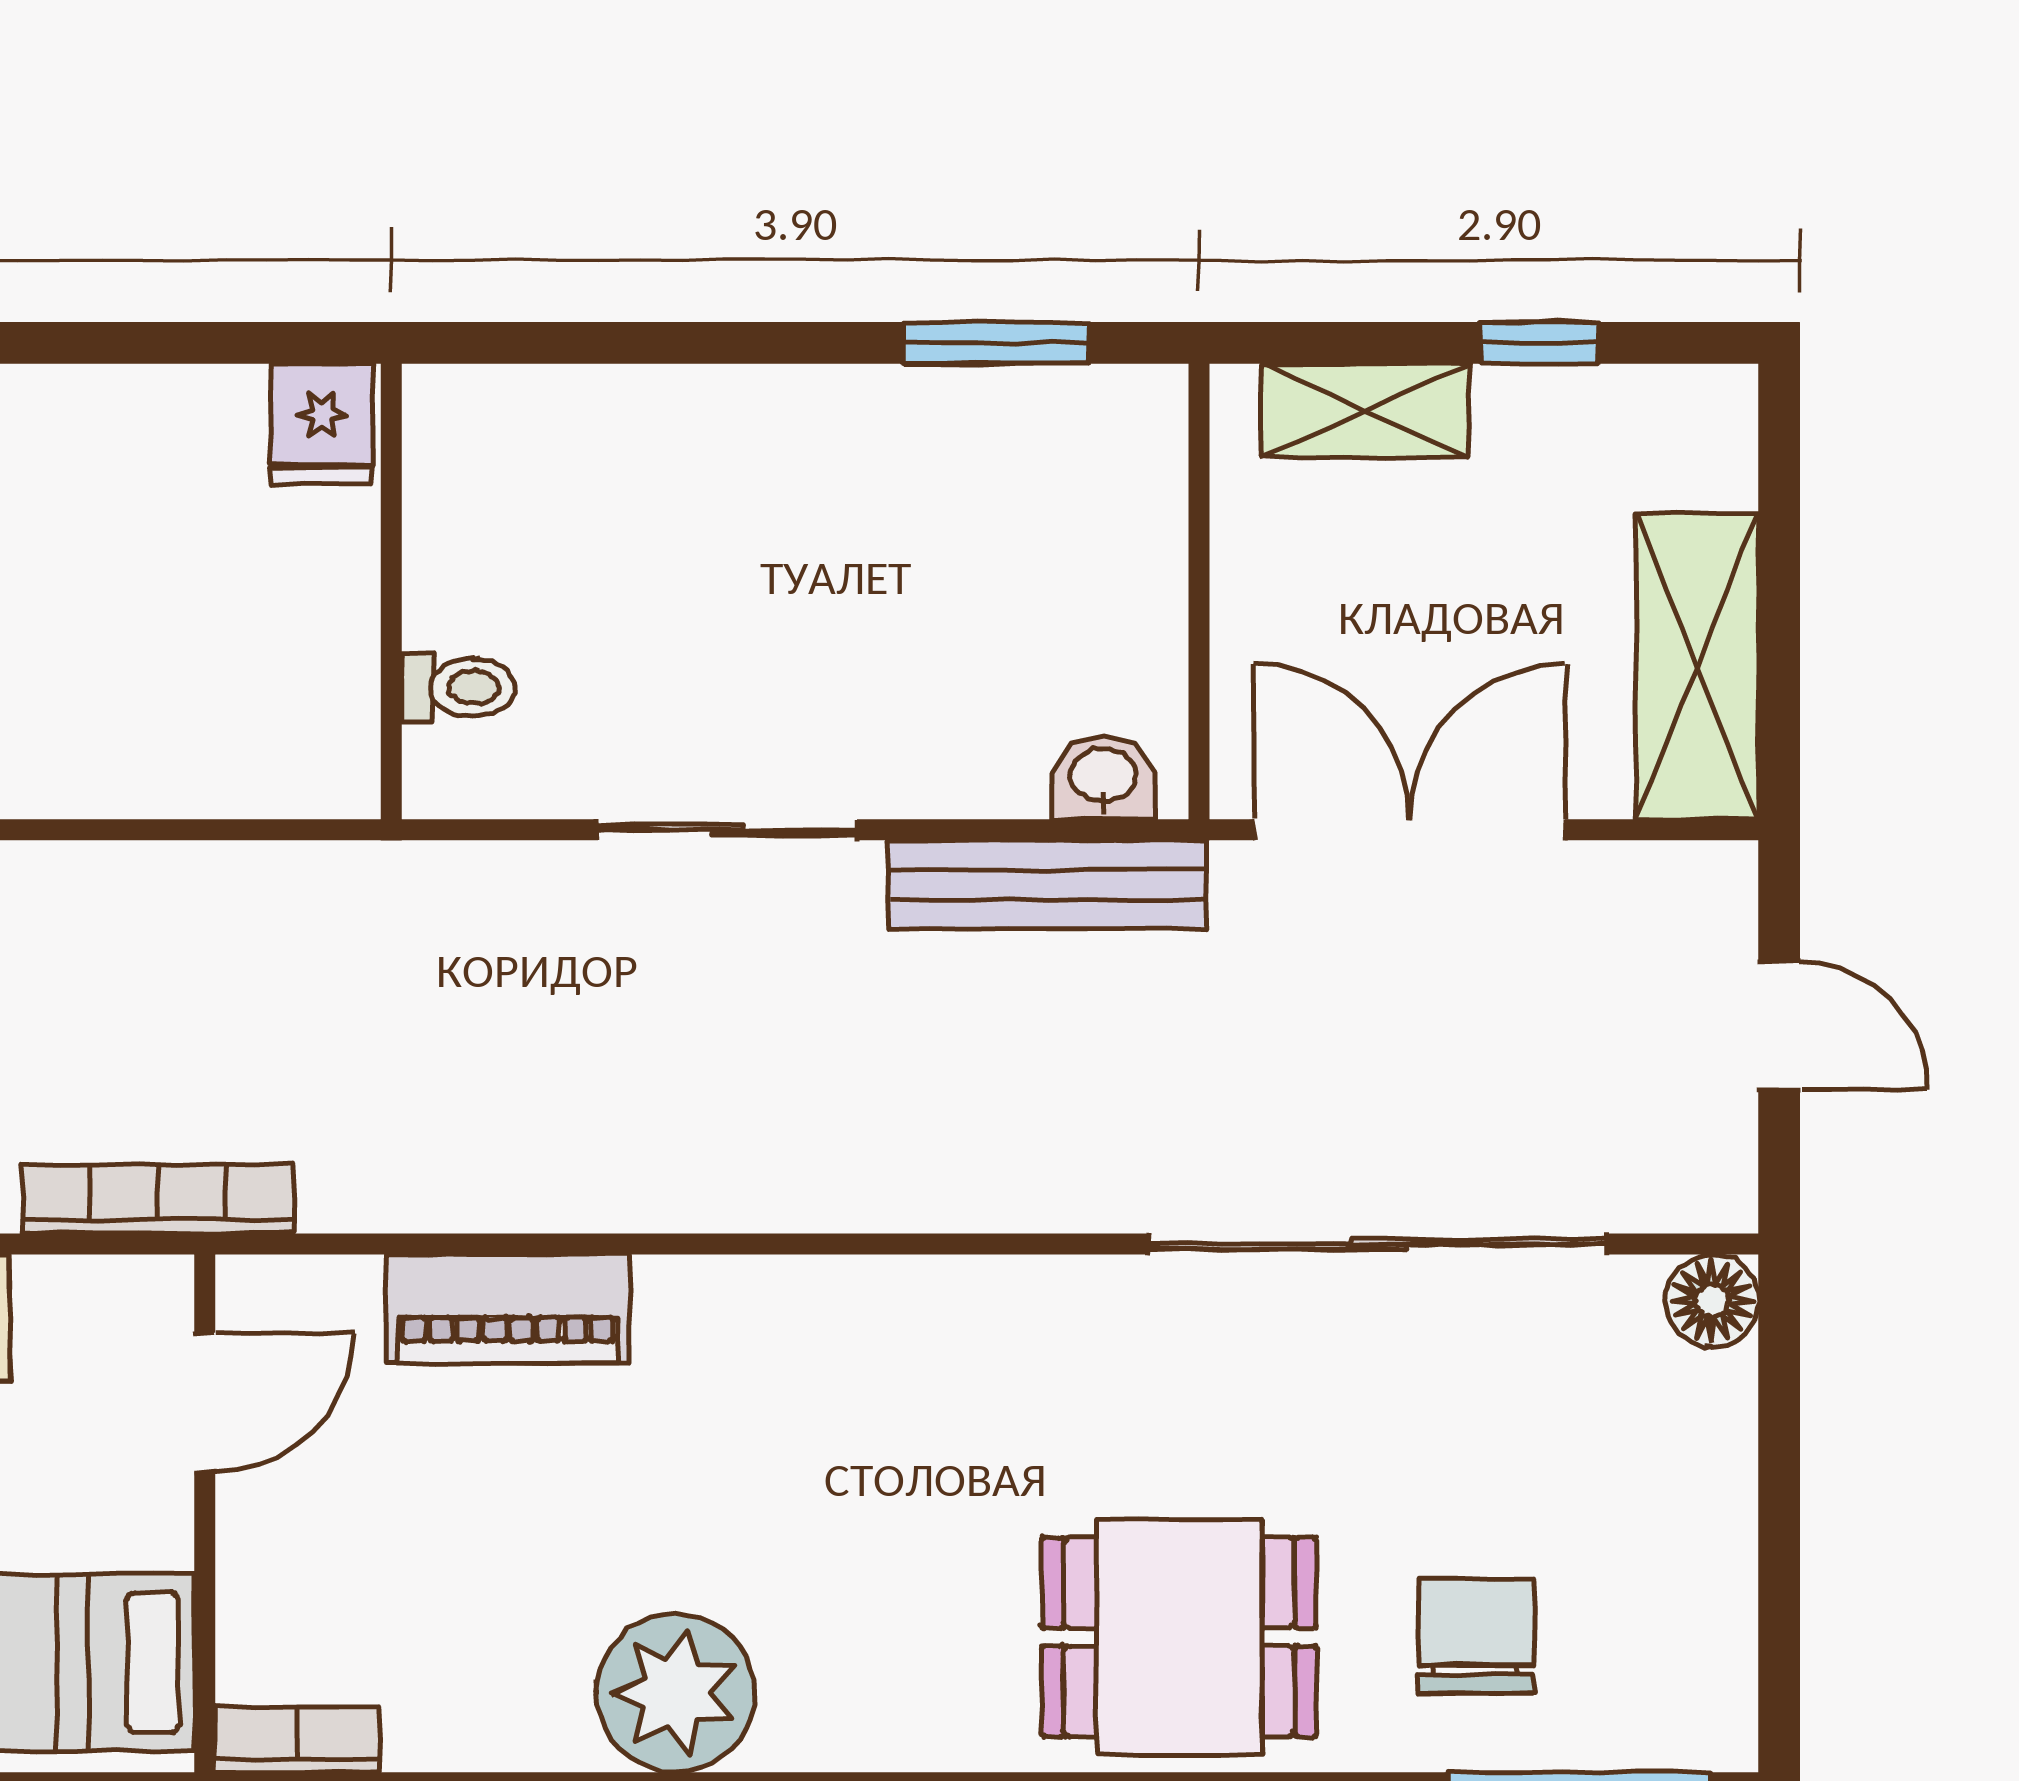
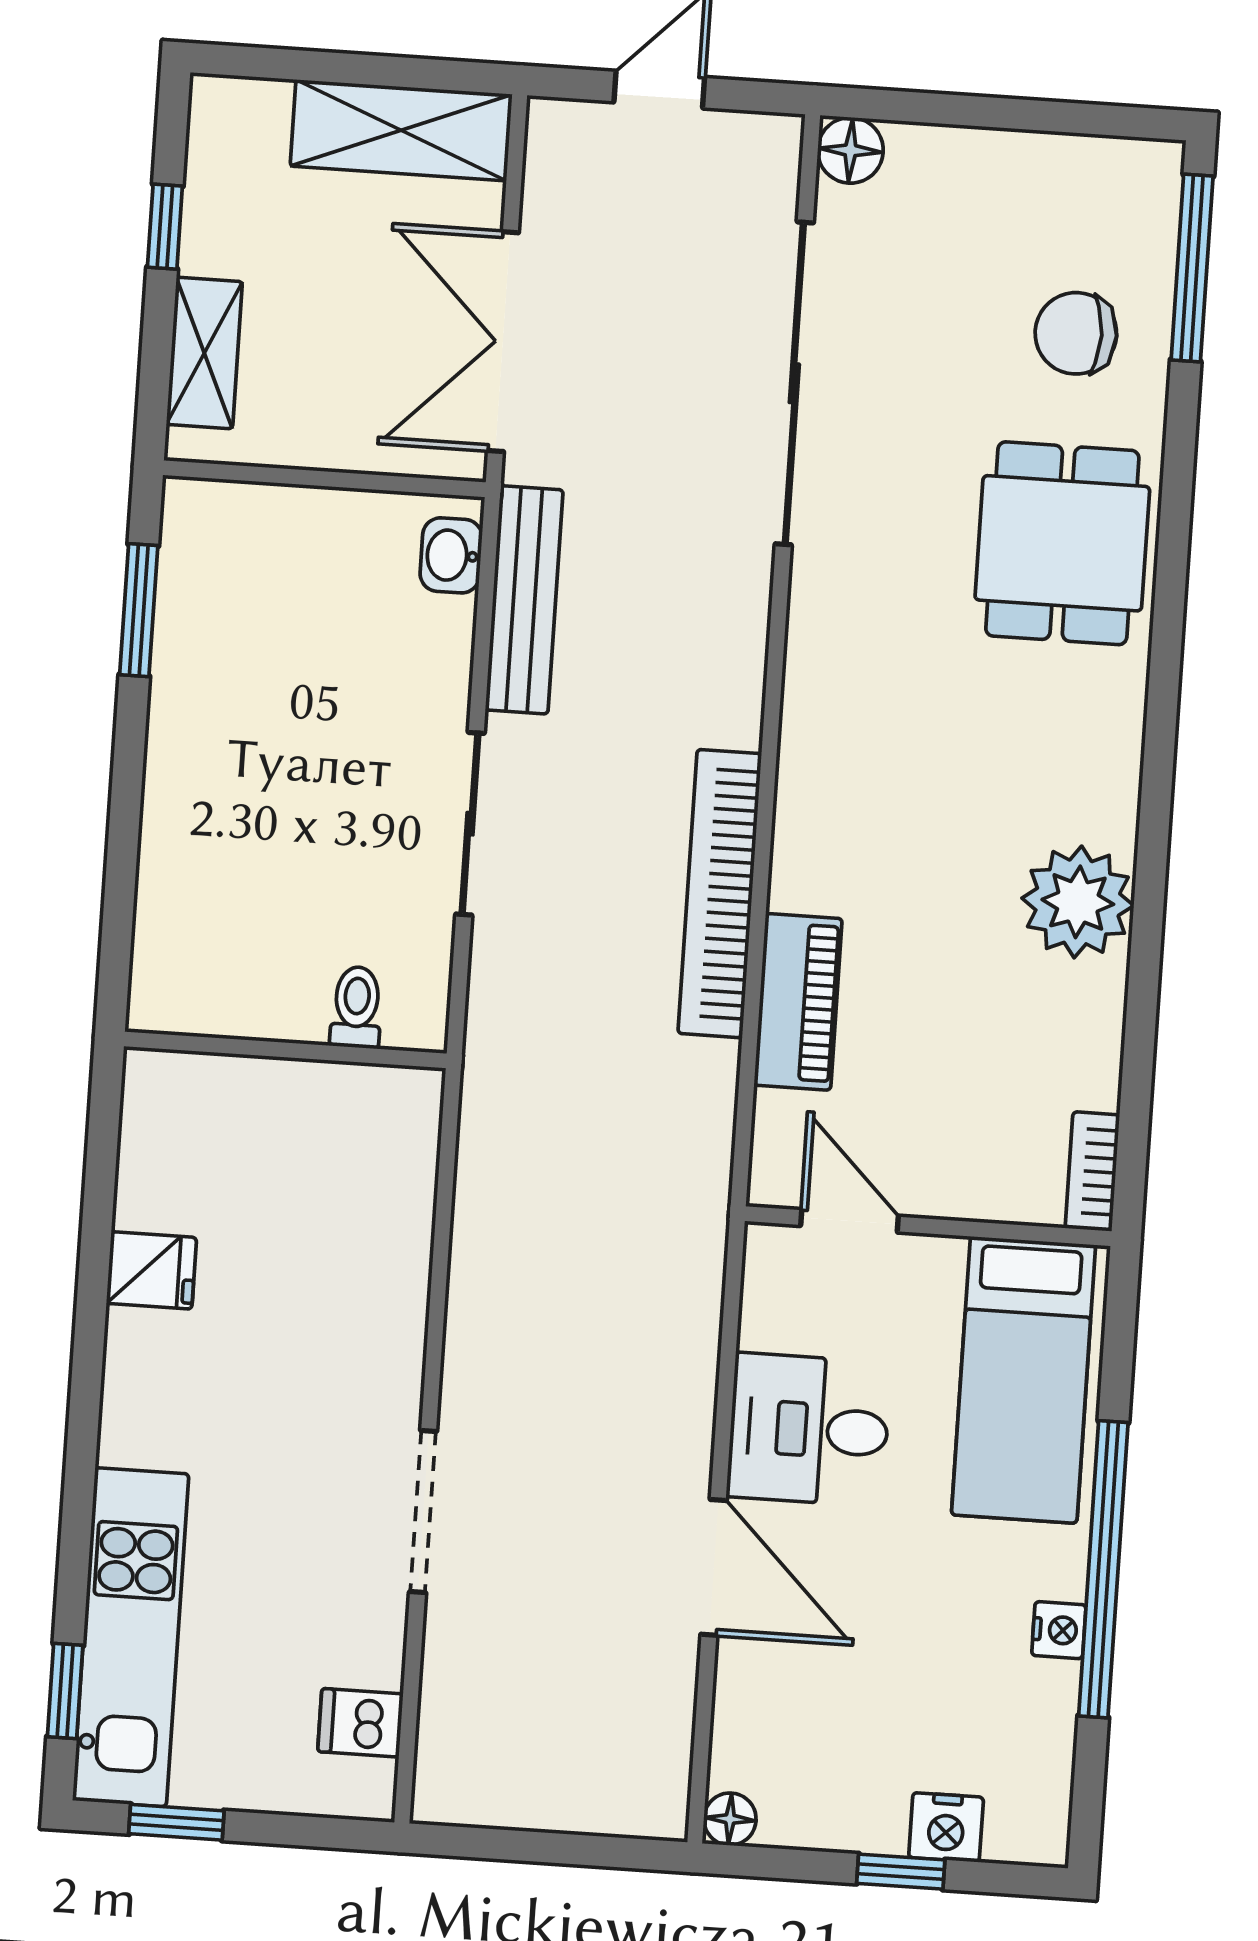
fridge: (322, 424) -> (151, 1270), moved
bookcase: (158, 1199) -> (720, 894), moved, width x1.48, depth x1.31

